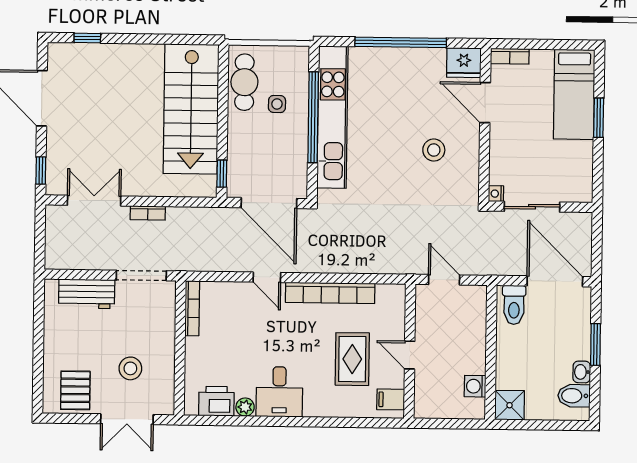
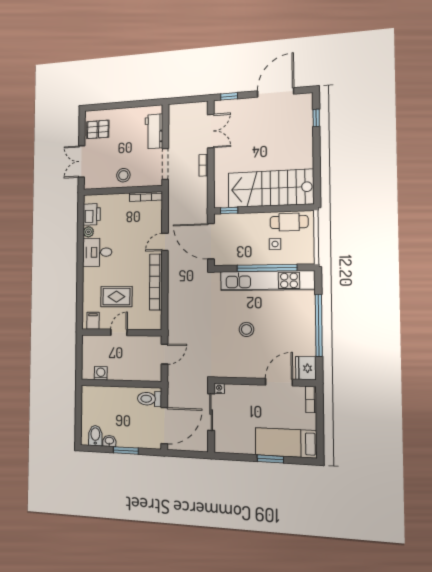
stool: (434, 150) -> (246, 329), moved
door: (269, 203) -> (211, 241), hinge flipped
stool: (130, 368) -> (123, 175), moved
shower: (510, 405) -> (90, 395), removed

